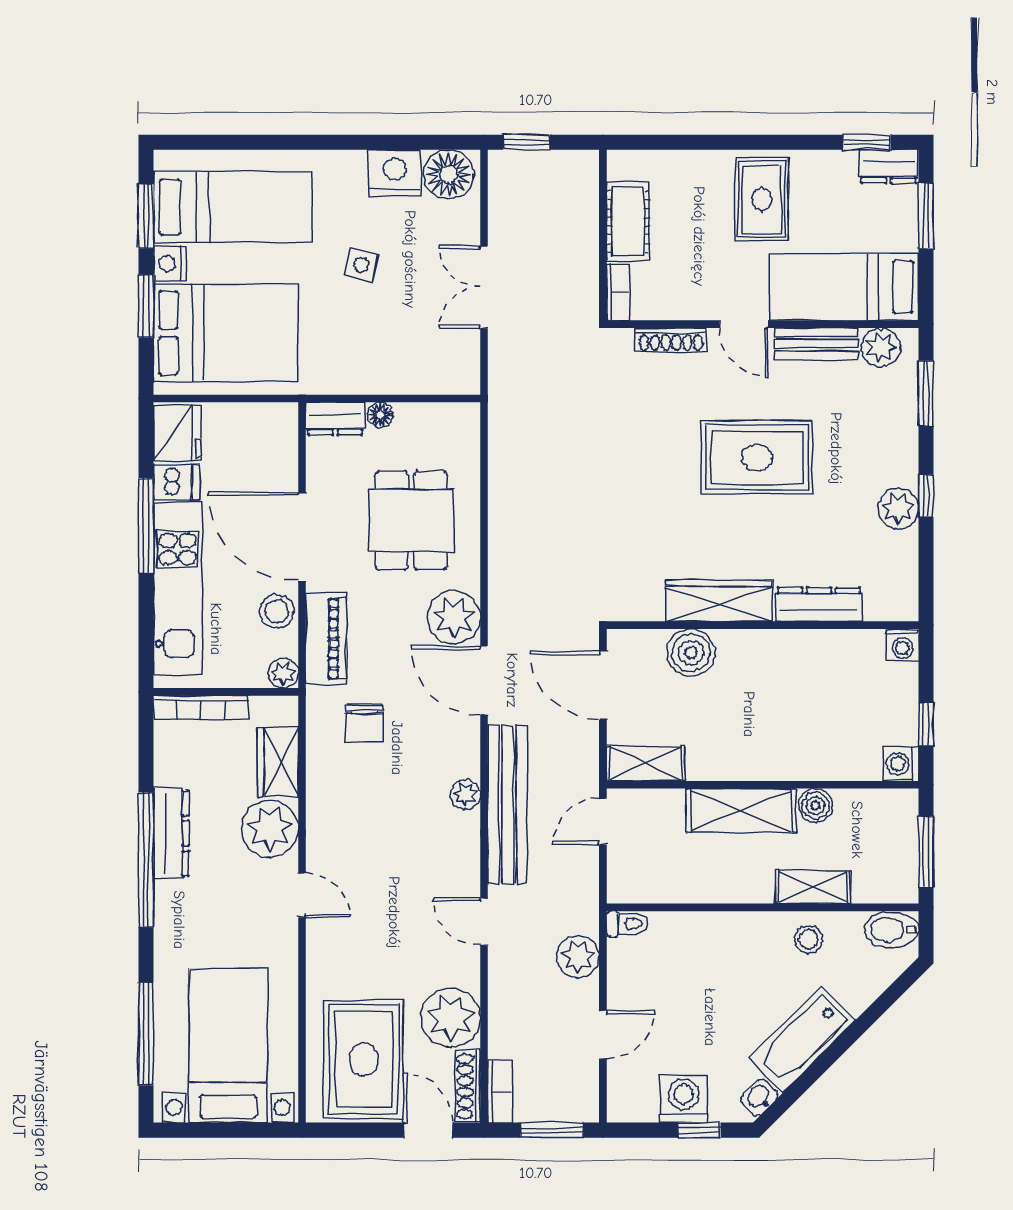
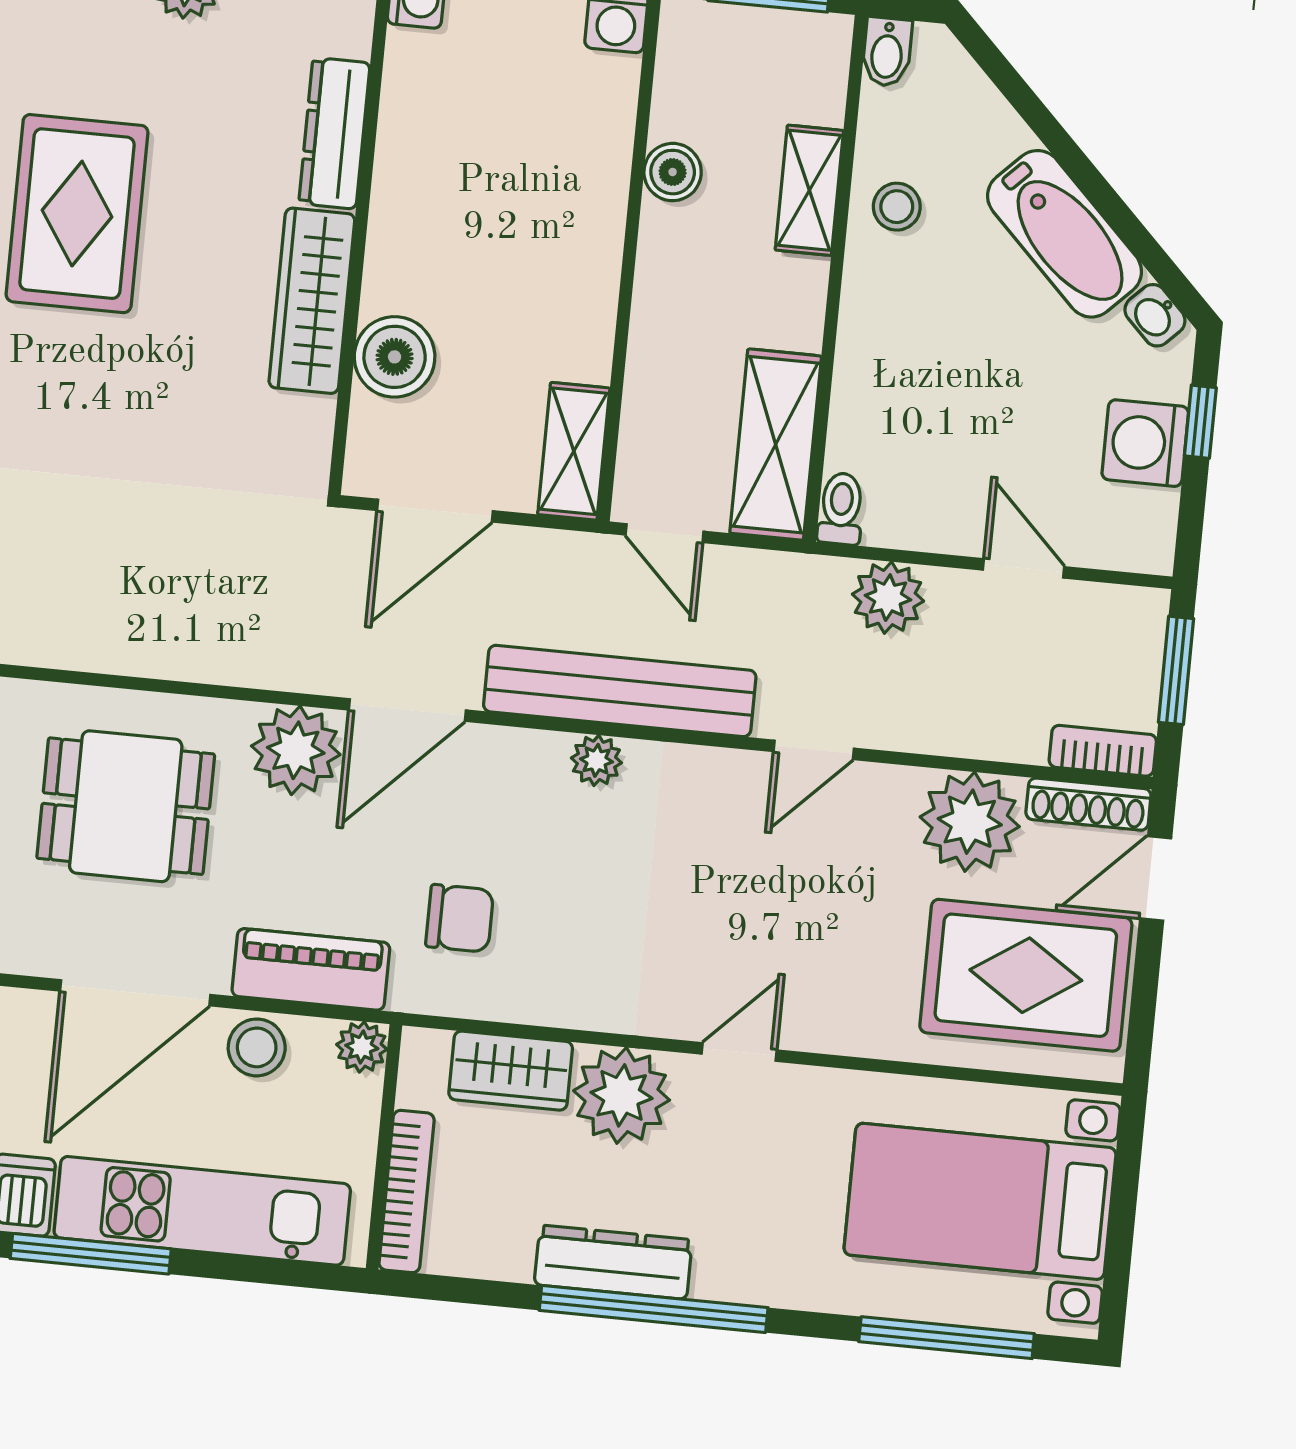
shelving: (741, 810) -> (776, 445), moved
bidet: (892, 930) -> (887, 52), width x0.72, depth x0.74

